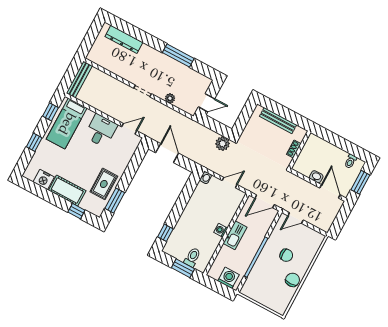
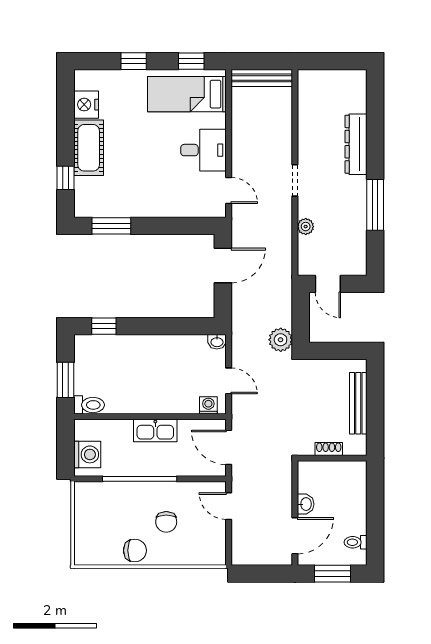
dresser: (124, 39) -> (356, 144), moved
rug: (104, 184) -> (127, 197), removed
washing machine: (221, 230) -> (208, 405), moved
toilet: (192, 257) -> (89, 405), moved

